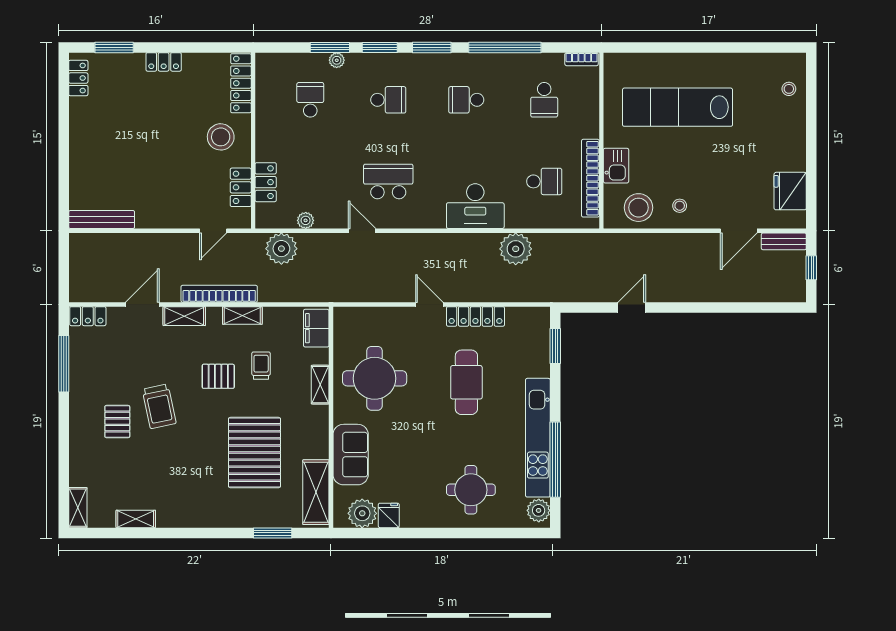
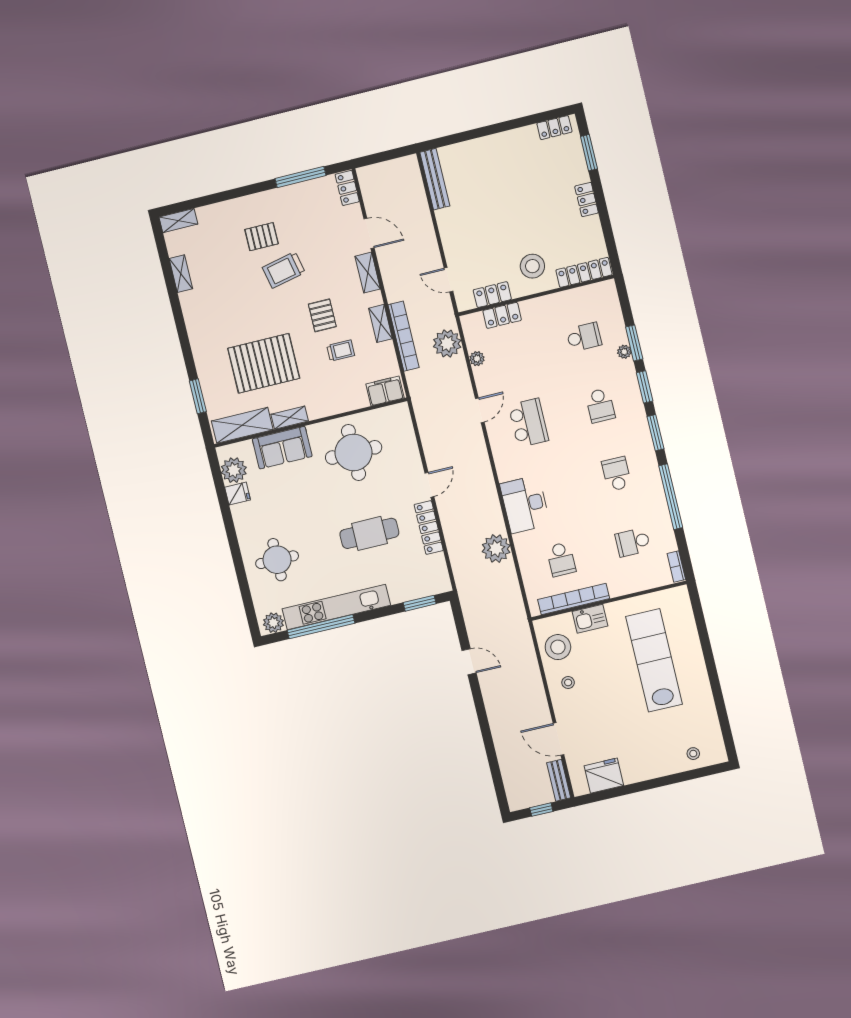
bookcase: (219, 294) -> (404, 336), moved
shelving: (320, 385) -> (290, 418), moved

